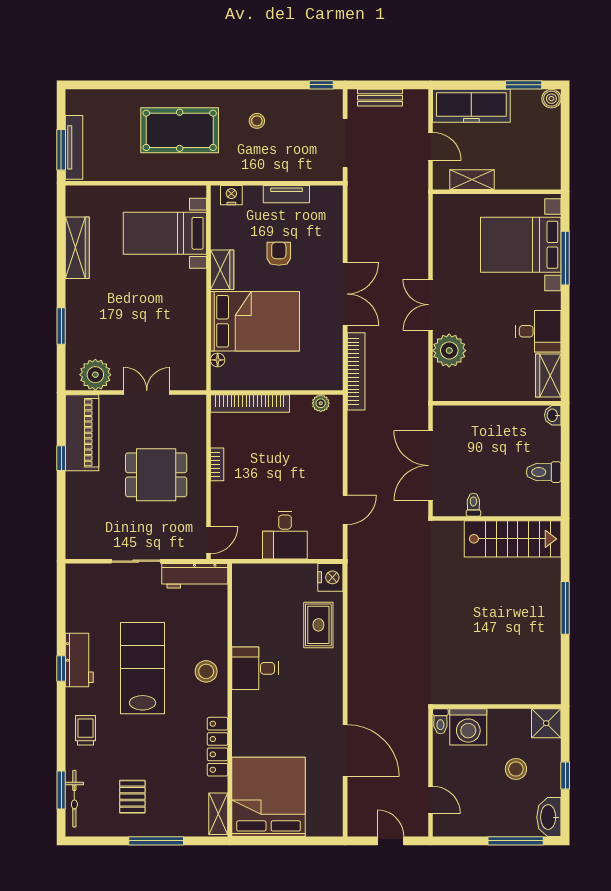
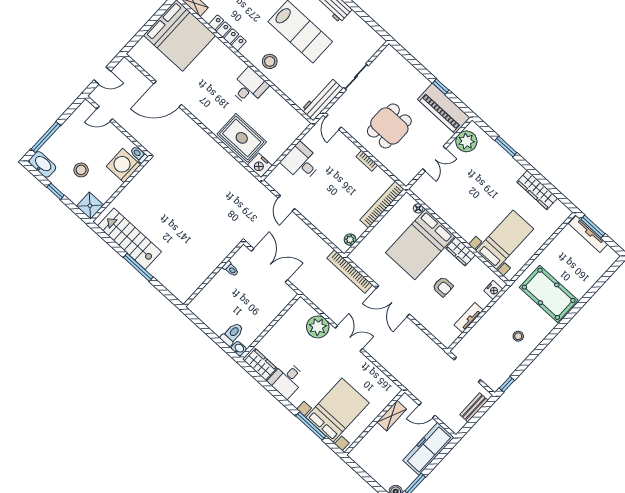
pool table: (180, 130) -> (549, 294), turned 90
toilet: (544, 472) -> (232, 334), moved
stairs: (513, 539) -> (130, 239), moved, turned 90
rug: (318, 625) -> (242, 138), width x1.36, depth x1.43

